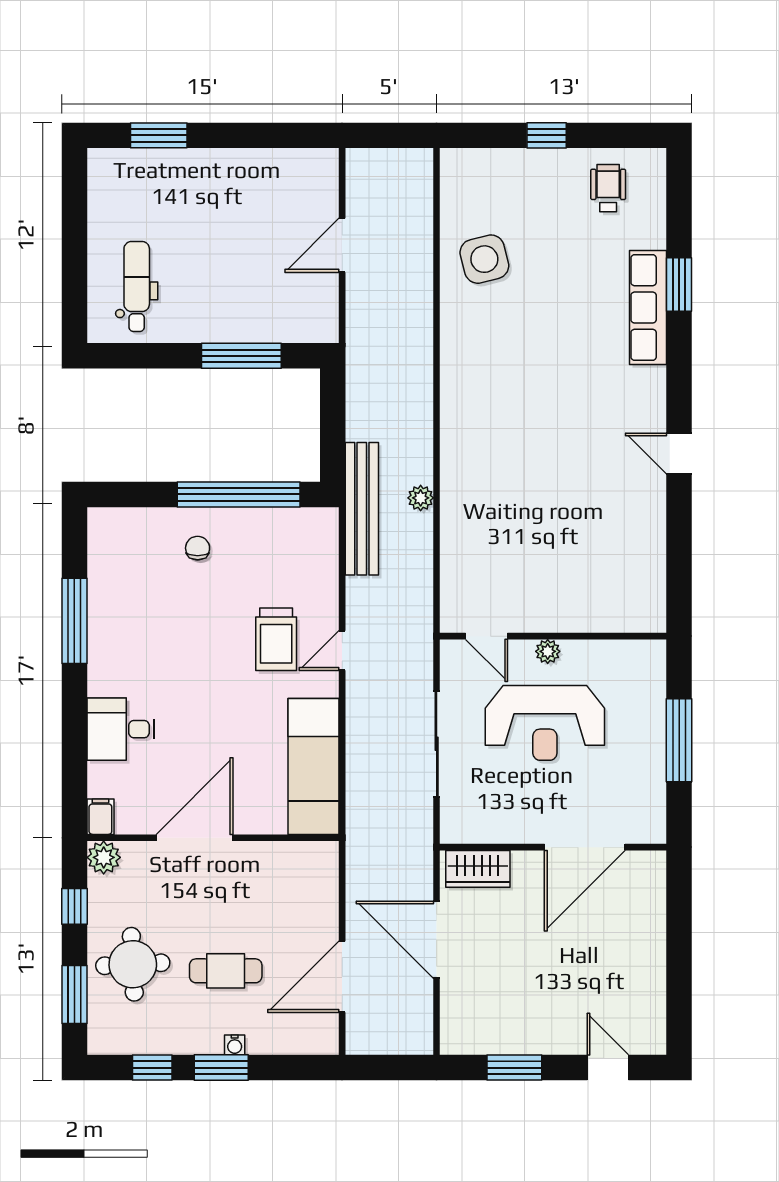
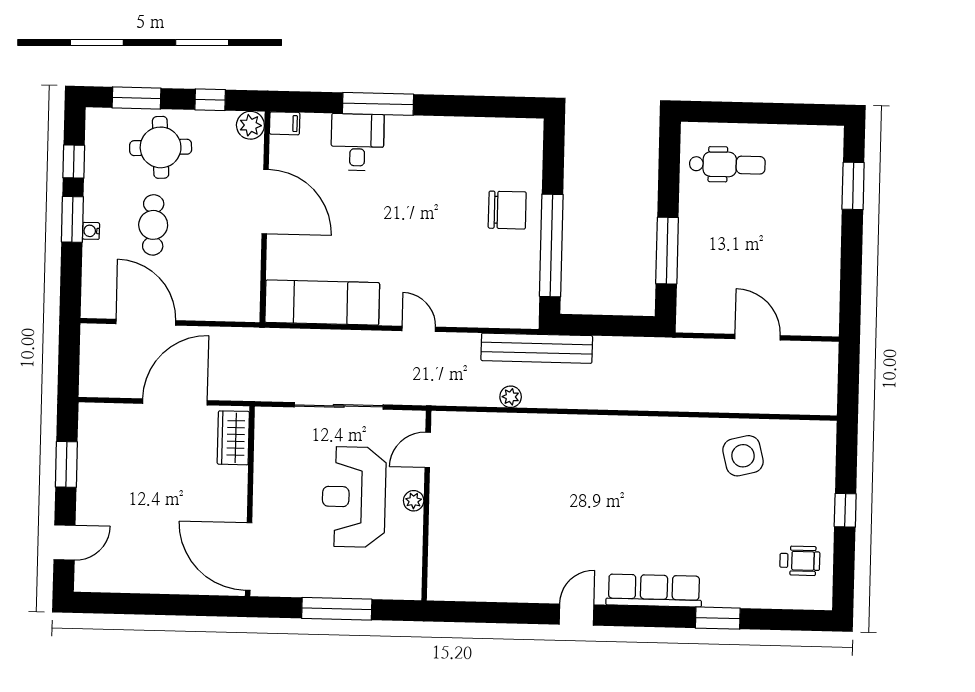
row of seats: (648, 308) -> (654, 591), moved
plant: (421, 498) -> (511, 397), moved
chair: (198, 548) -> (507, 210), width x1.87, depth x1.87
window: (74, 621) -> (378, 104), moved
trolley: (276, 639) -> (429, 274), removed
door: (585, 847) -> (249, 557), moved

